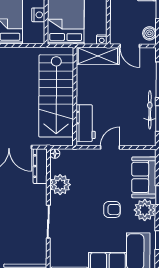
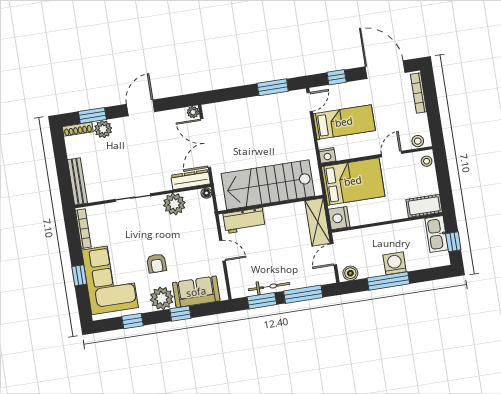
nightstand: (38, 15) -> (327, 155), moved
nightstand: (102, 40) -> (339, 218), width x1.89, depth x1.79

